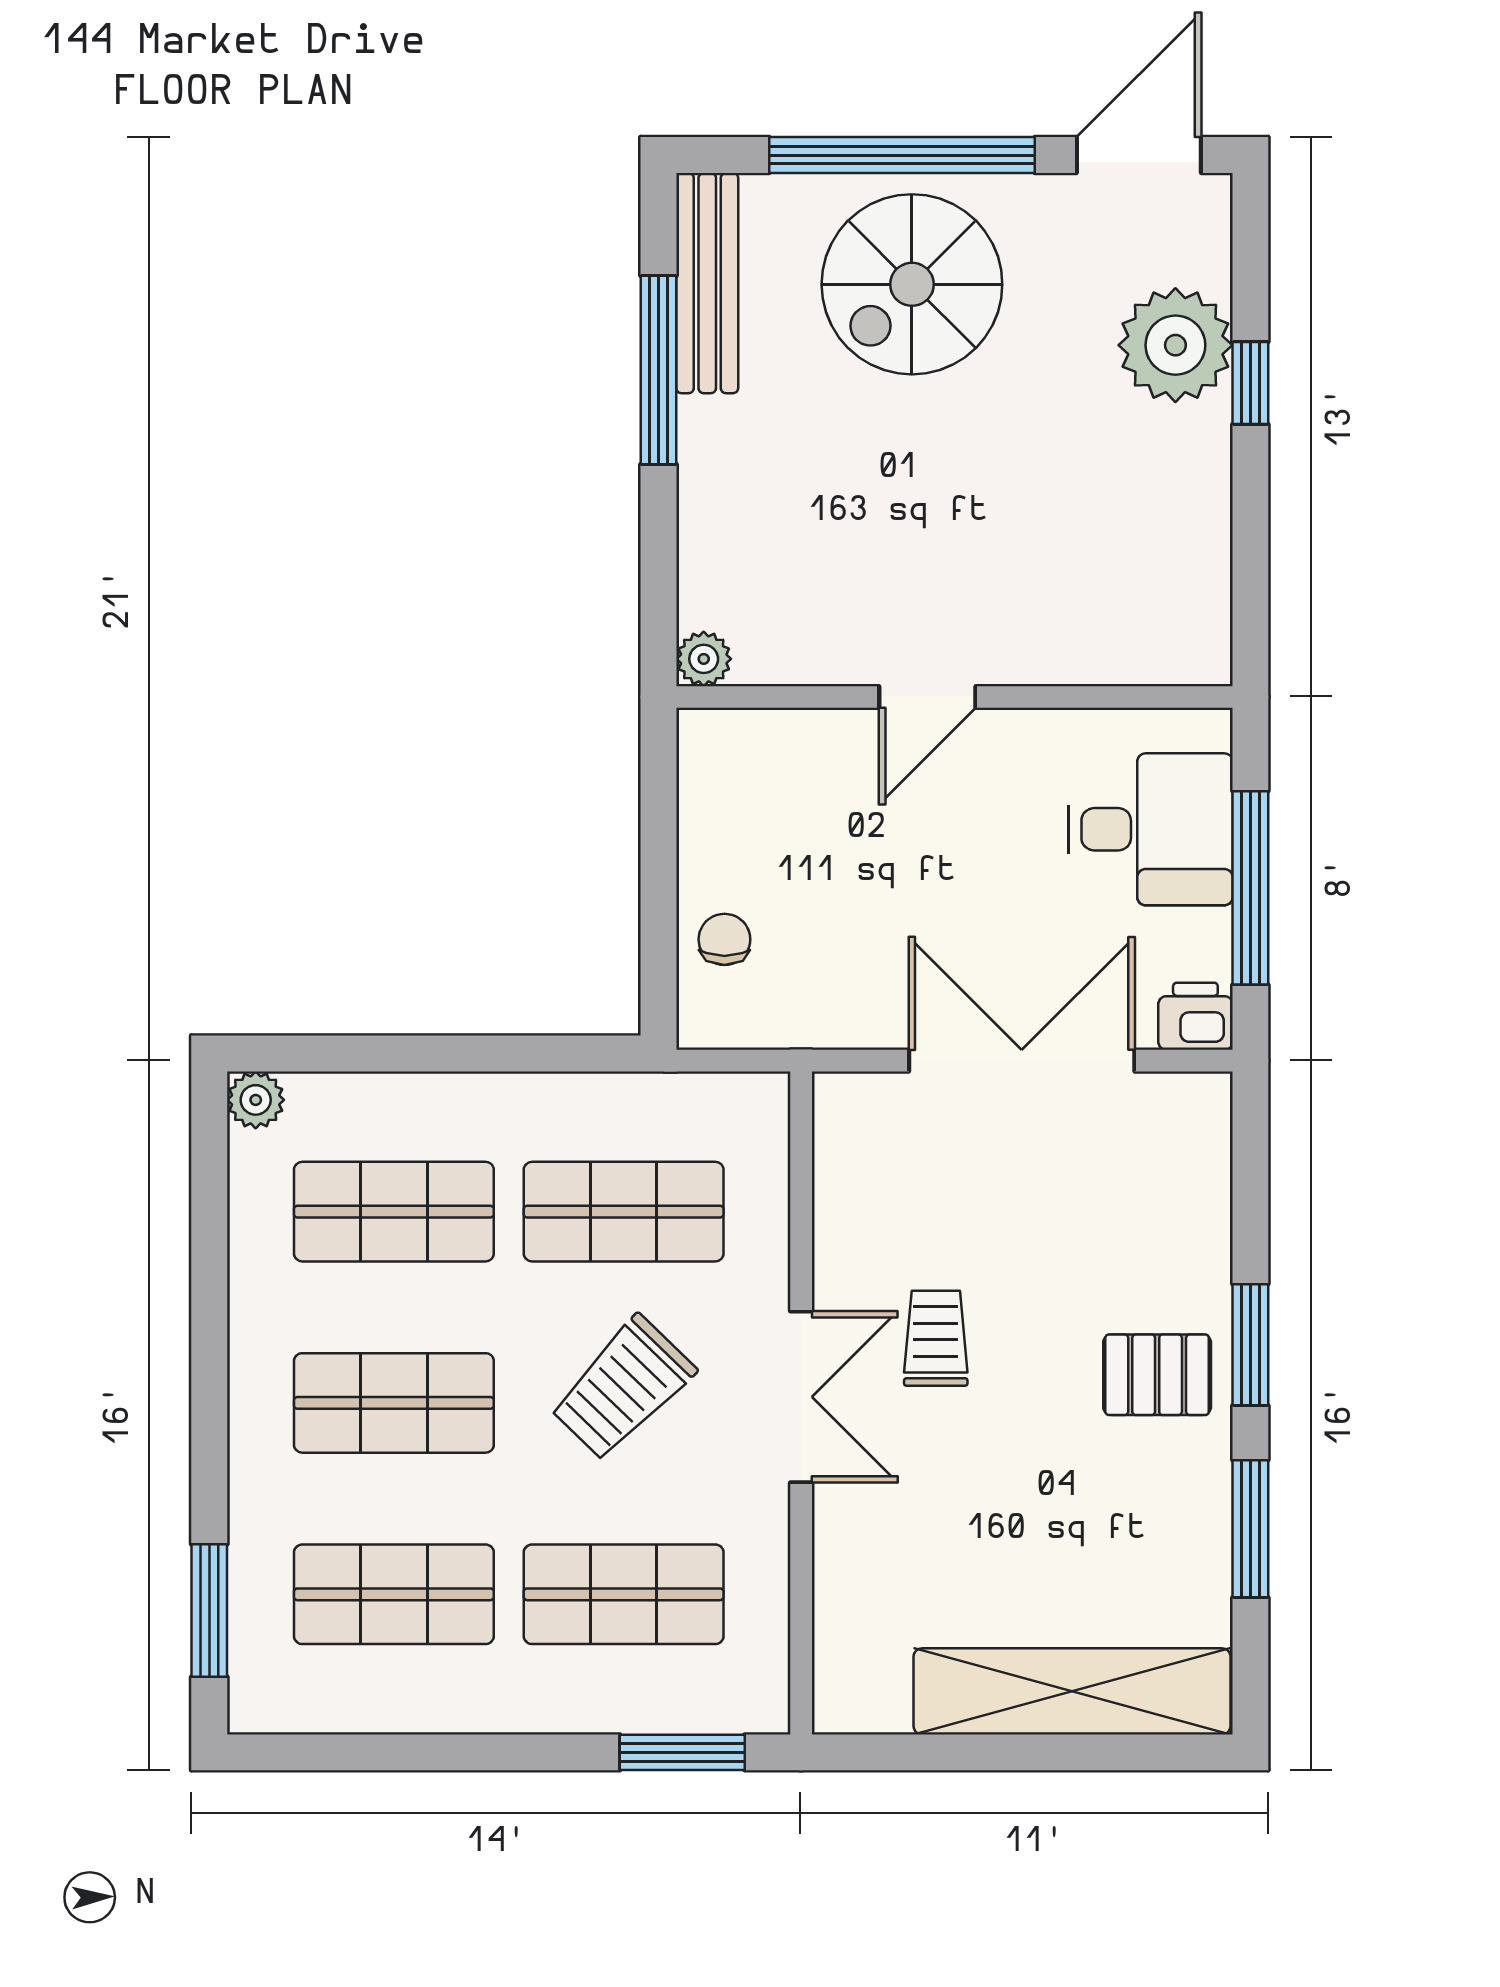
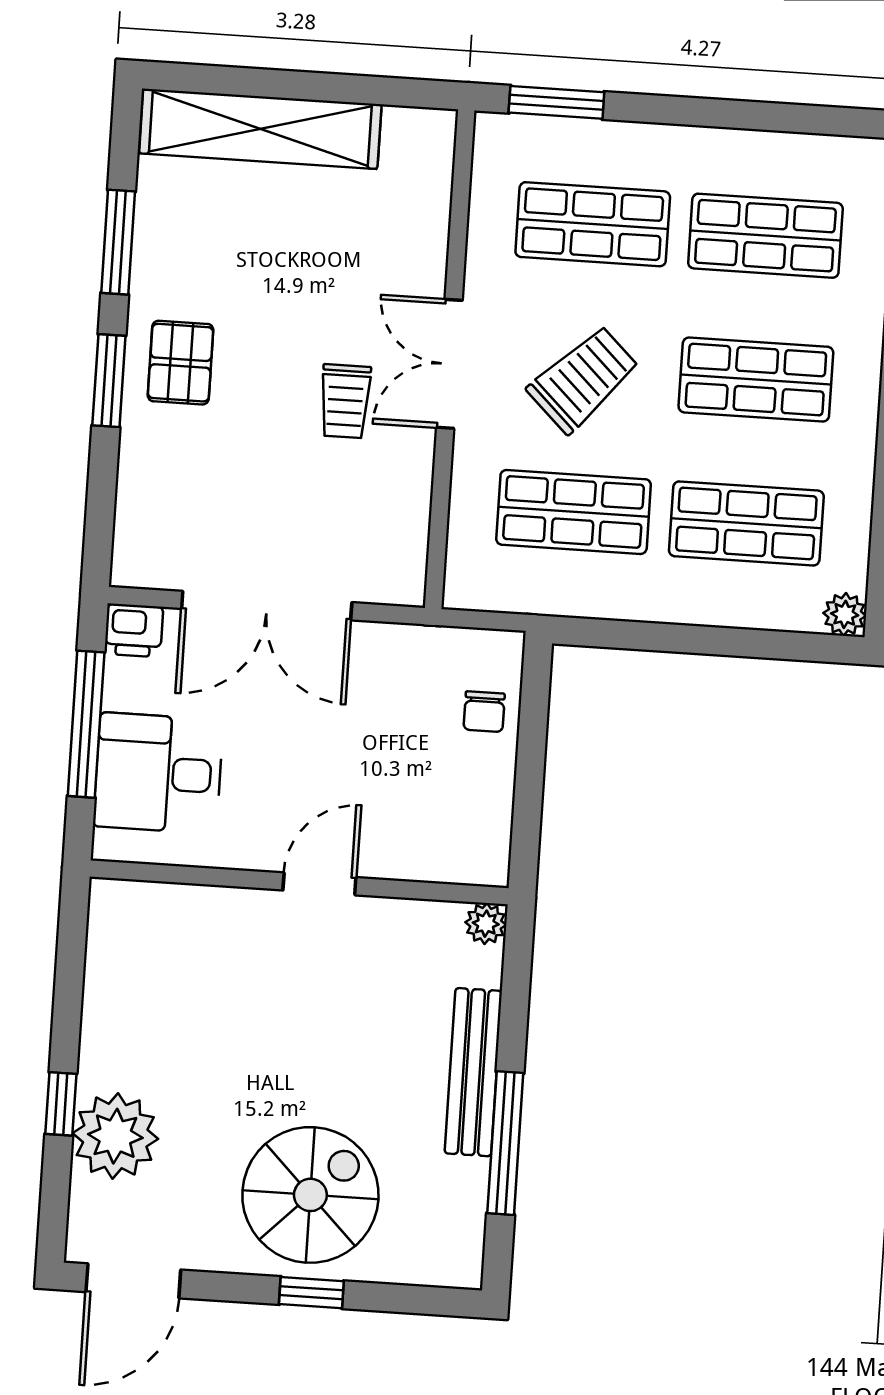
window: (902, 155) -> (311, 1293), width x0.32
bench: (707, 283) -> (473, 1072), moved
pallet: (1157, 1375) -> (181, 363), turned 90

